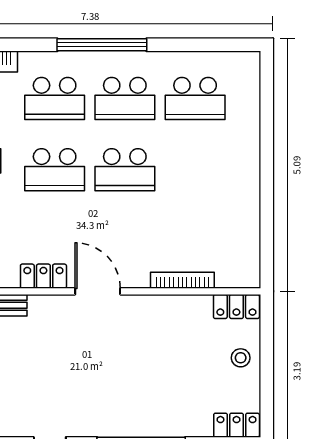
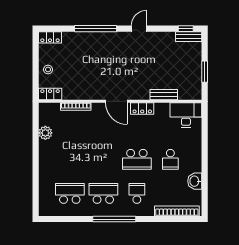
school desk: (55, 98) -> (137, 193), width x0.54
school desk: (55, 170) -> (137, 159), turned 180
school desk: (125, 170) -> (103, 159), removed
plant: (246, 225) -> (45, 133), added

